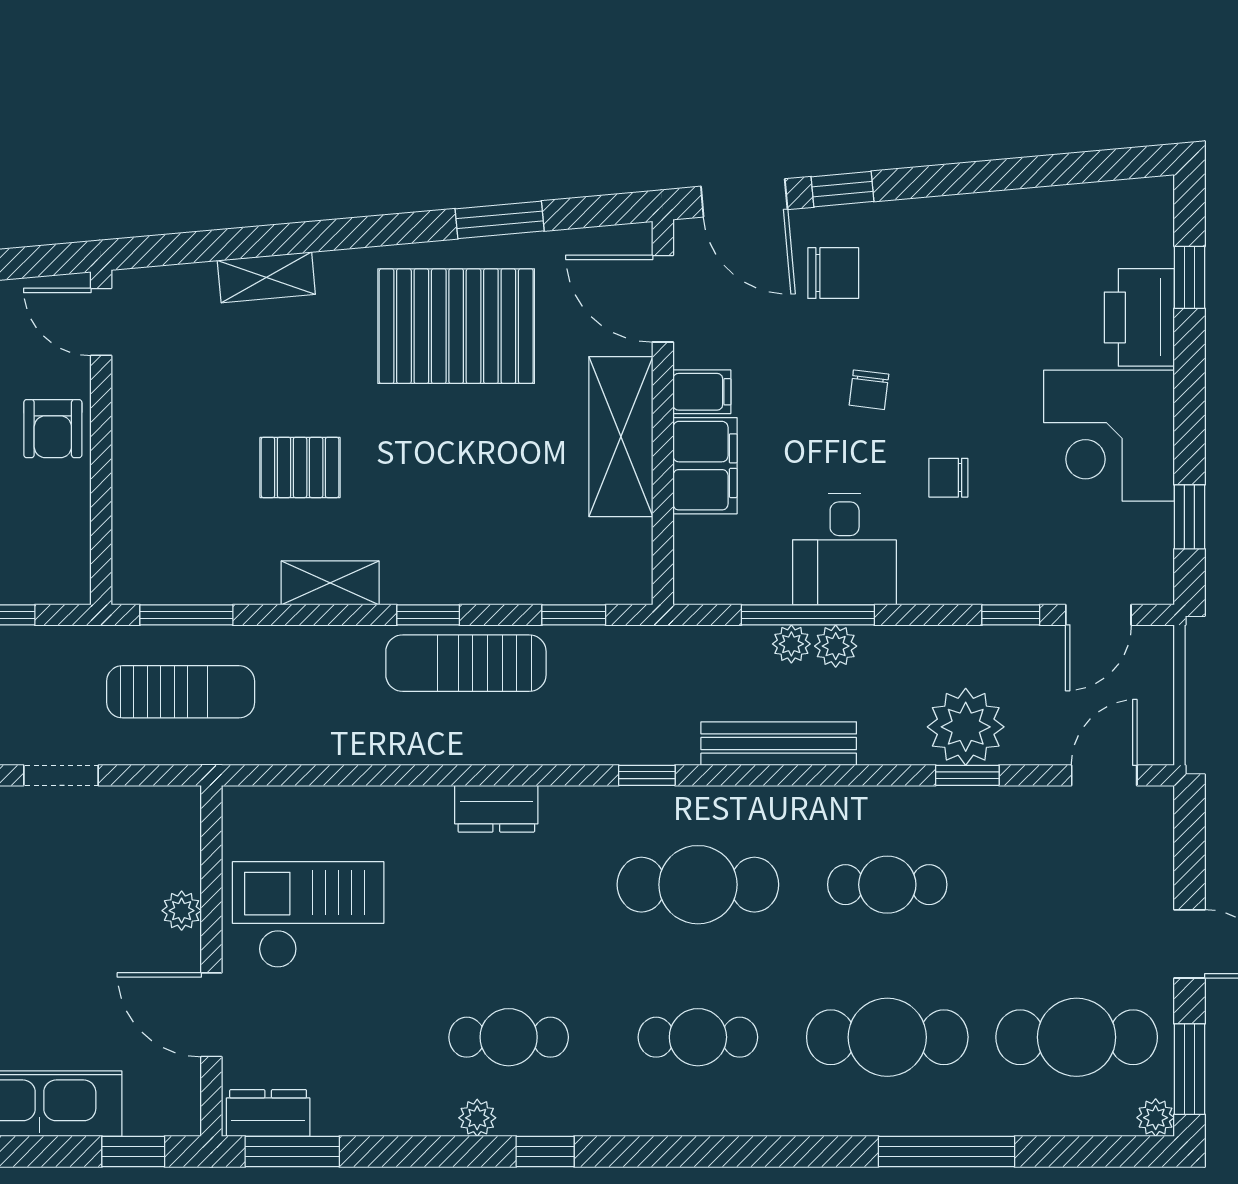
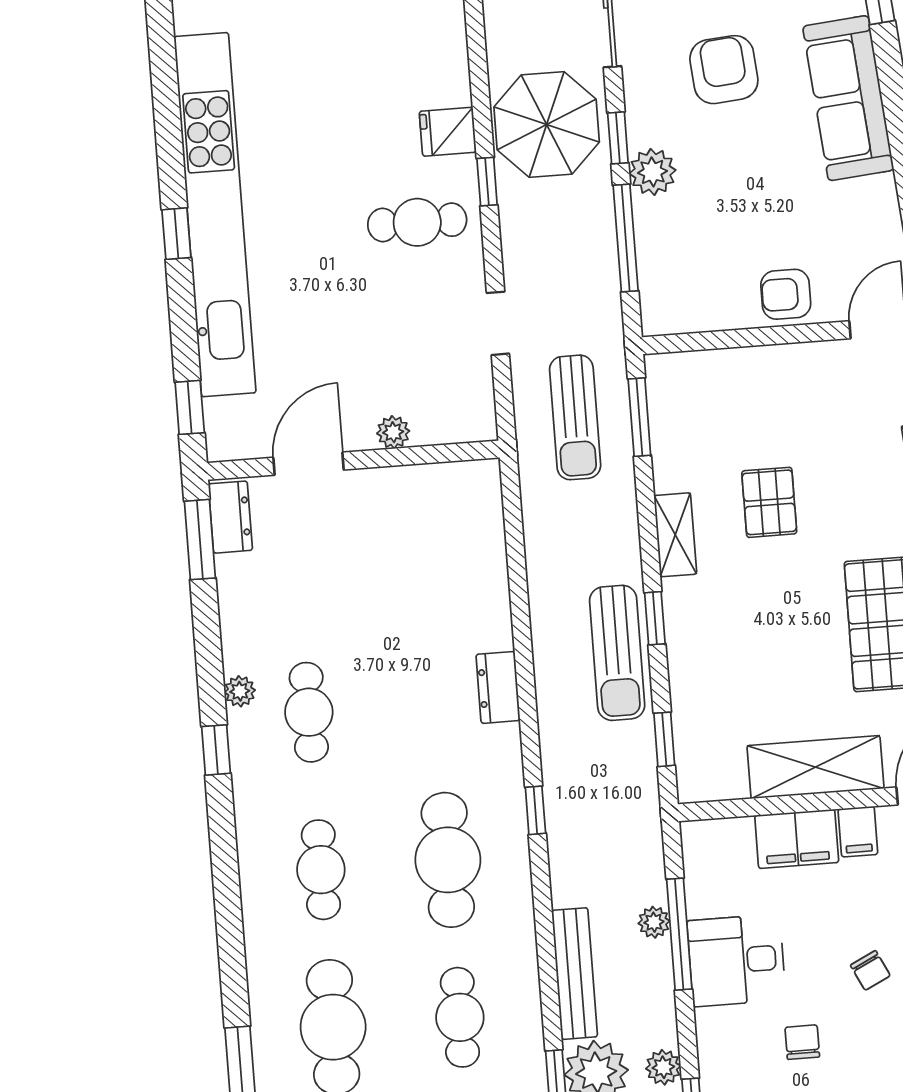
chair: (869, 390) -> (870, 970), turned -123
plant: (836, 646) -> (663, 1067), moved
sun lounger: (466, 663) -> (617, 653), turned 180
bench: (779, 744) -> (575, 974), moved
checkout: (308, 915) -> (398, 538), removed

